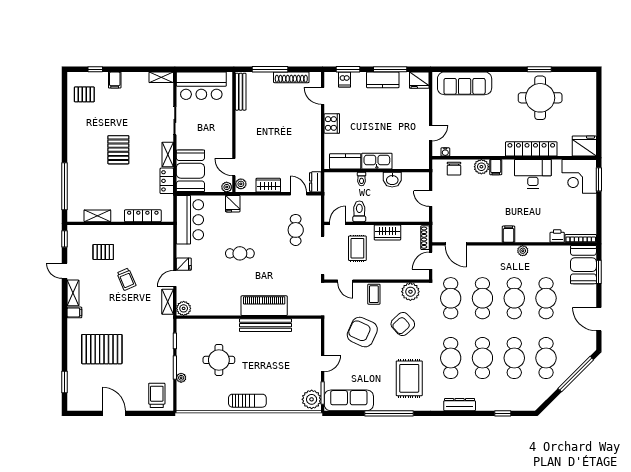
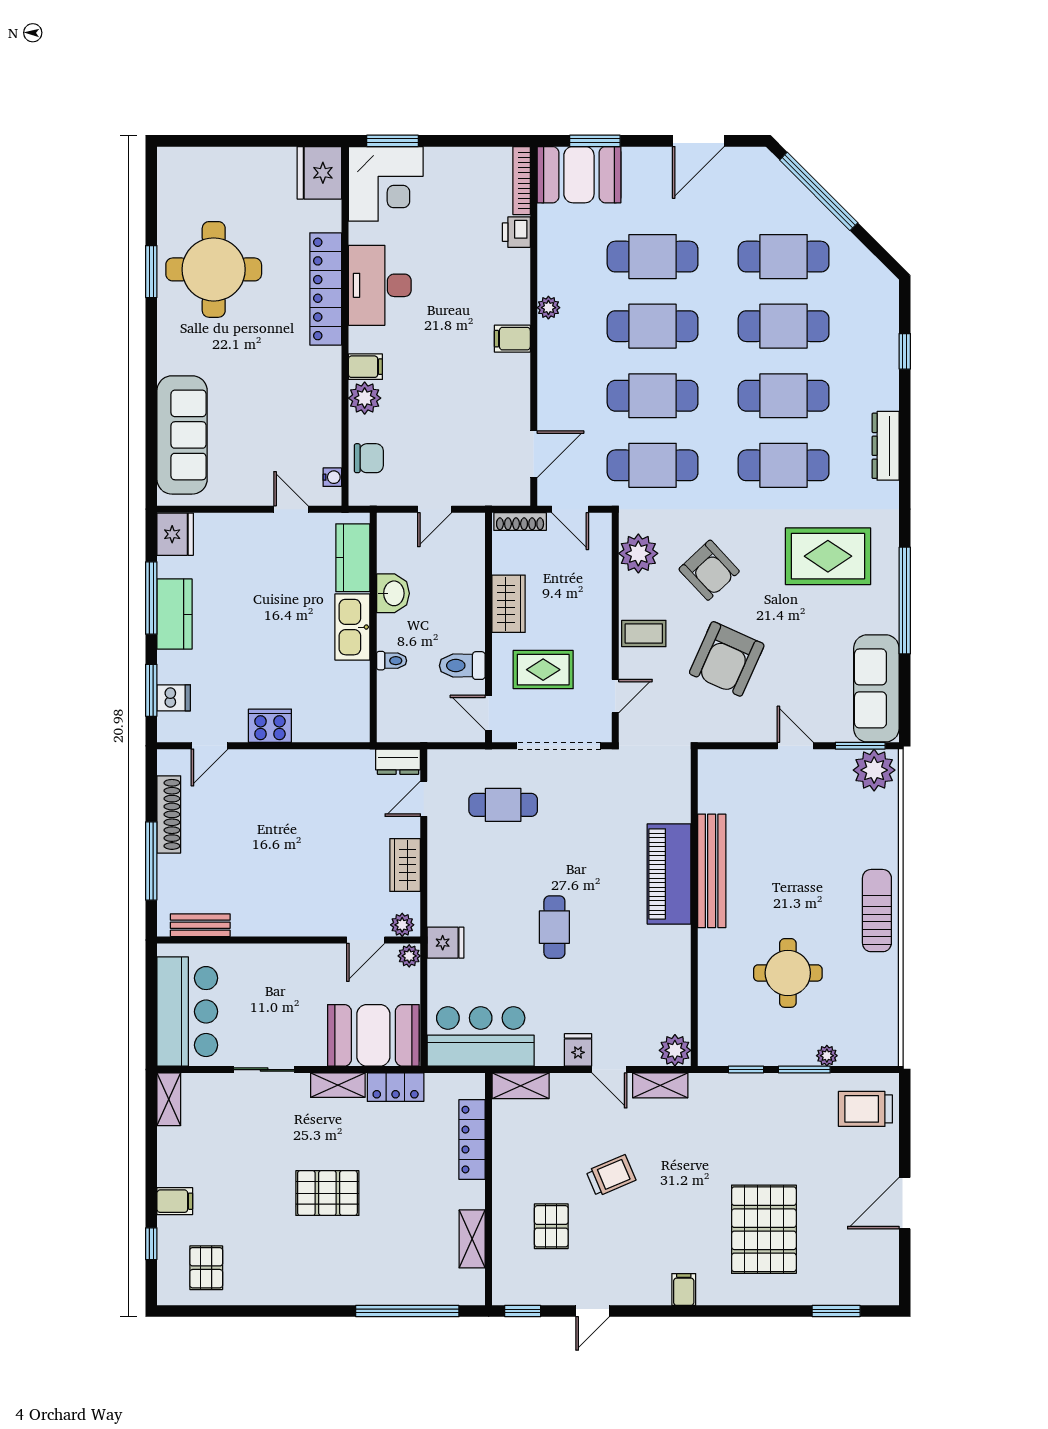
bench: (241, 92) -> (200, 925), width x0.73
kitchen counter: (345, 161) -> (353, 558), moved
shelving: (73, 293) -> (521, 1086), moved

